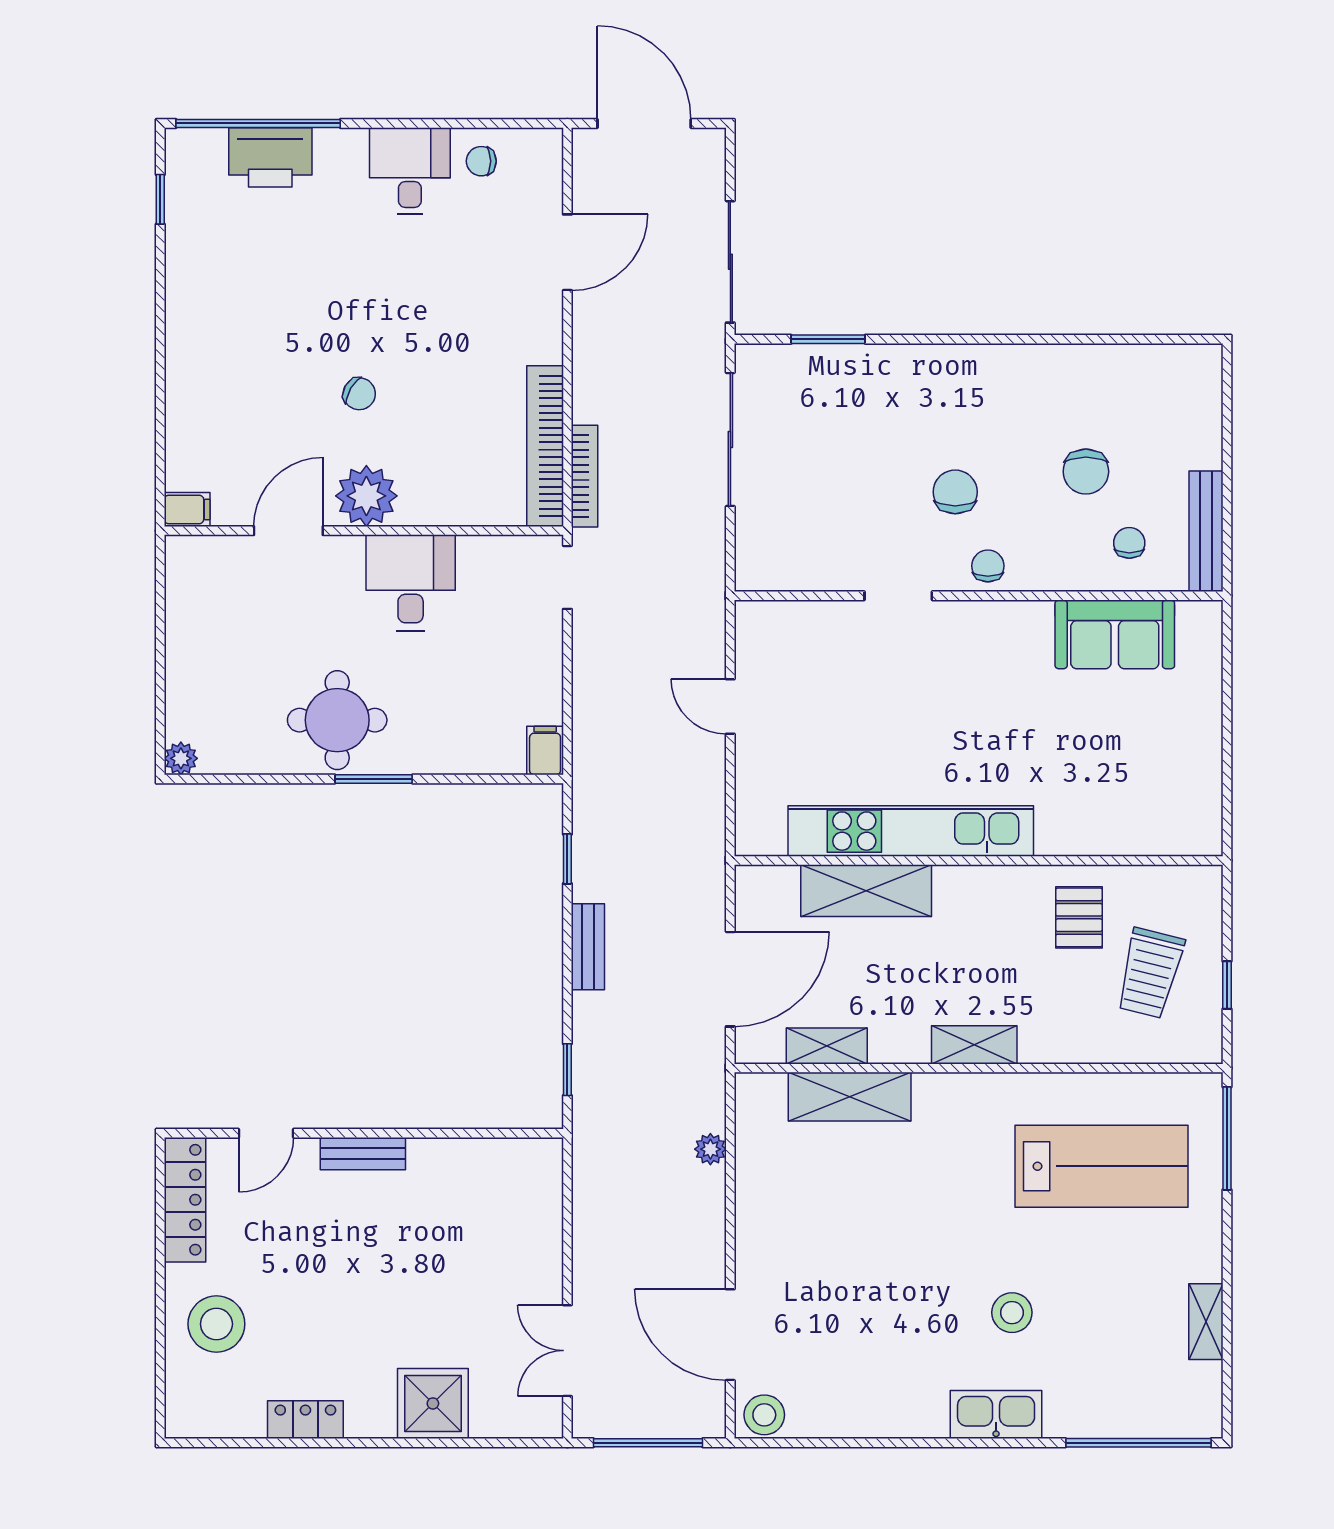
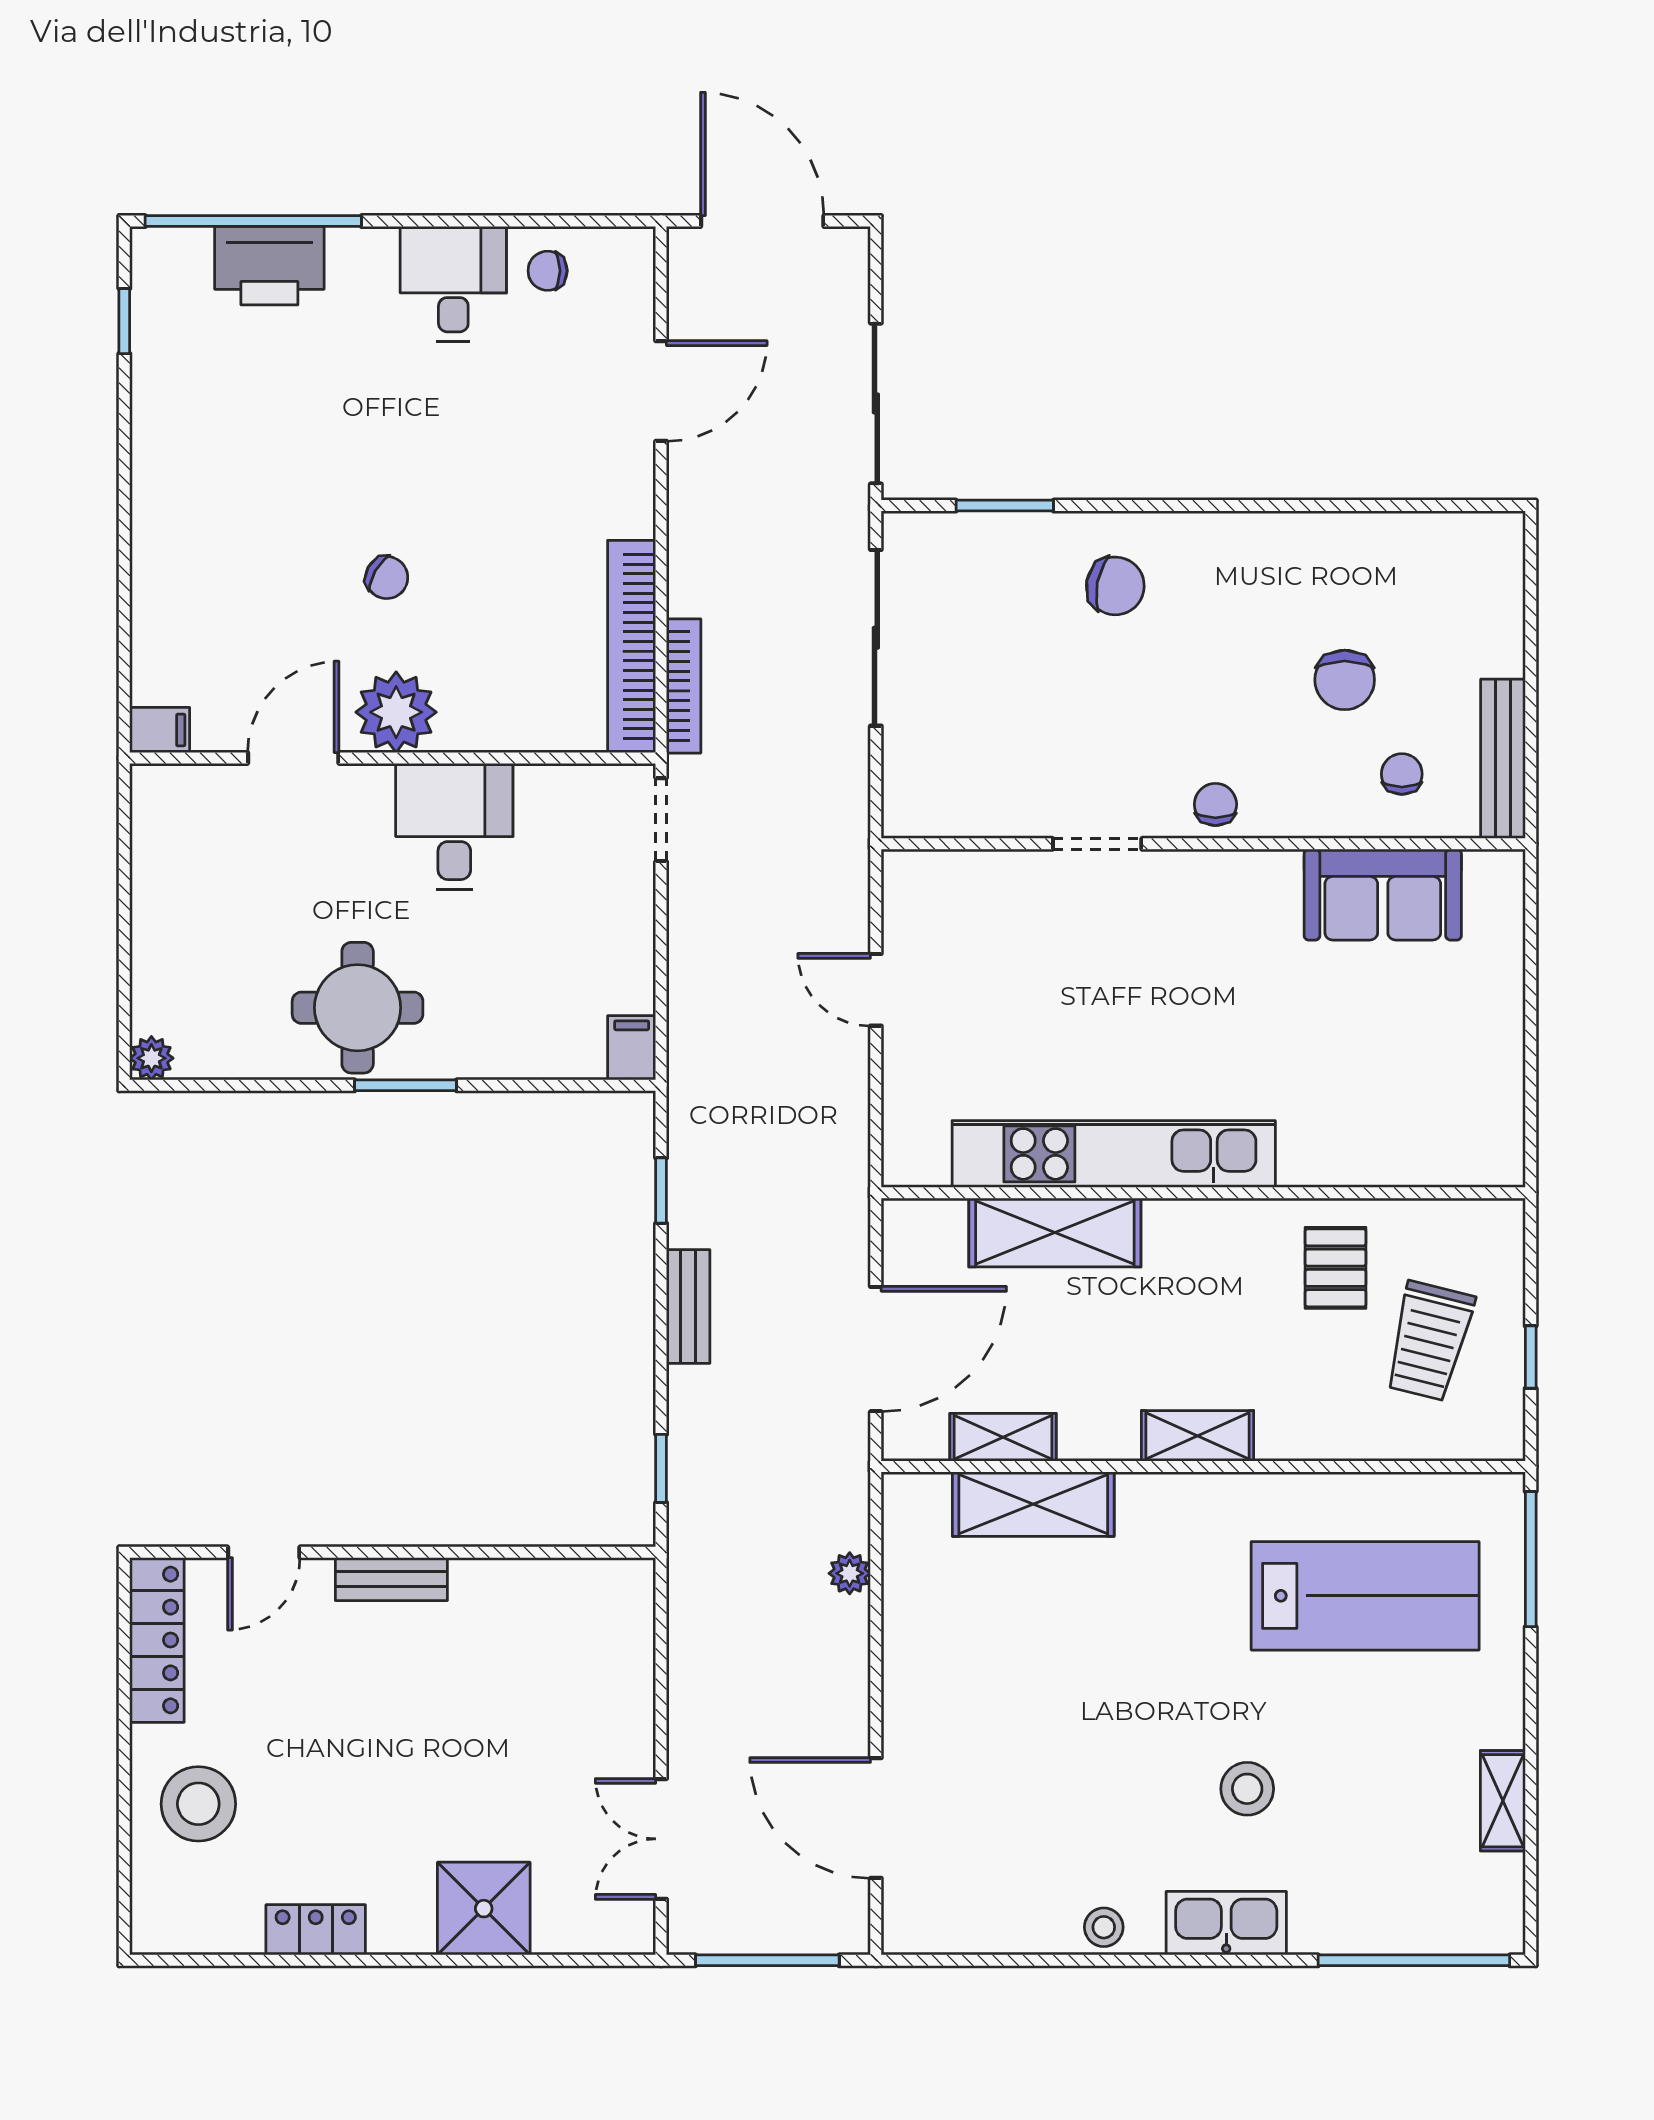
chair: (955, 492) -> (1115, 586), moved, turned 101
stool: (764, 1415) -> (1104, 1927), moved, width x0.73, depth x0.73

